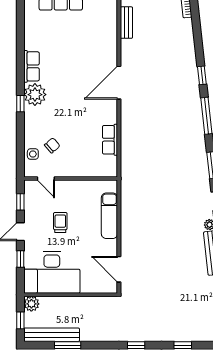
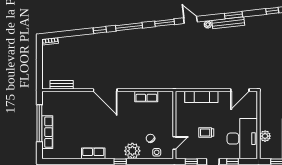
plant: (35, 95) -> (132, 151), moved
plant: (31, 304) -> (265, 136), moved

